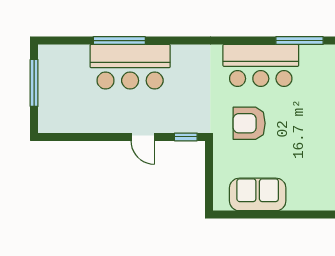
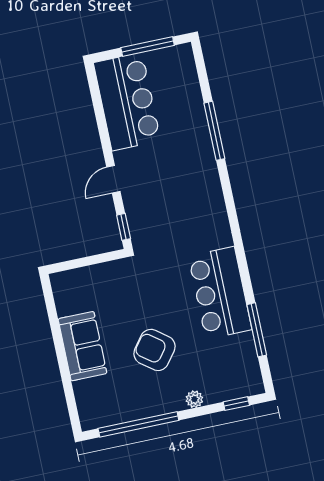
bar counter: (130, 67) -> (127, 102), moved, turned 180
armchair: (249, 123) -> (154, 350), moved, turned -53
sofa: (258, 194) -> (82, 346), moved

